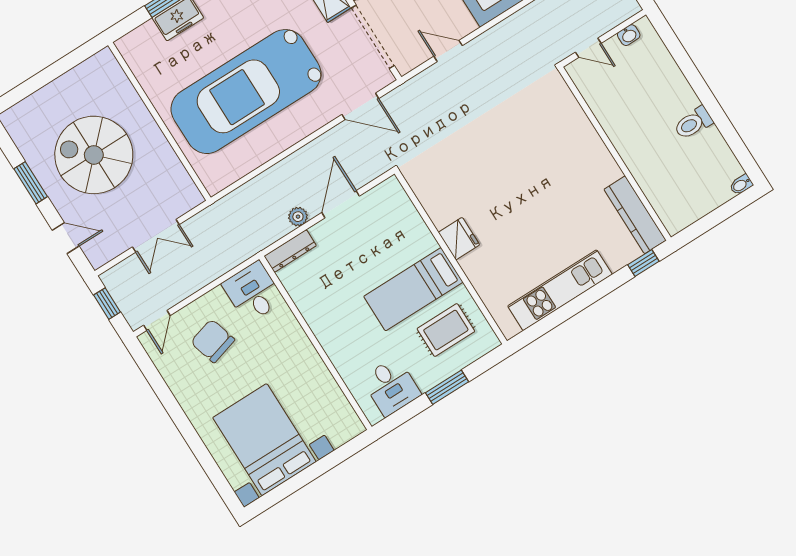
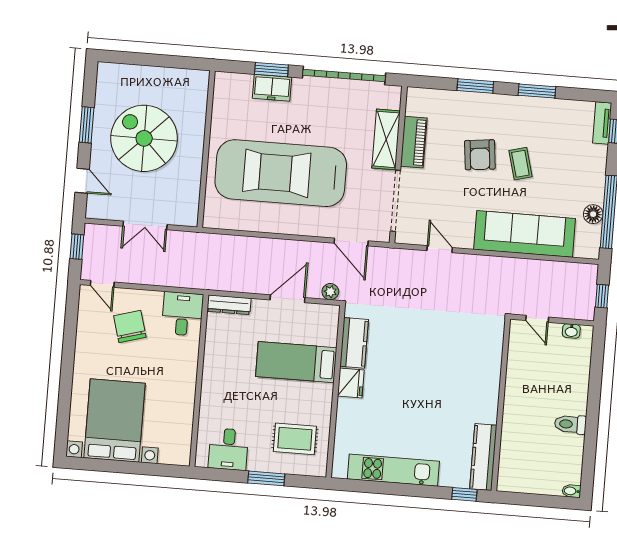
kitchen counter: (434, 199) -> (354, 343), added
plant: (298, 217) -> (330, 292), moved
bed: (413, 289) -> (296, 362), moved
door: (157, 320) -> (102, 284), hinge flipped

